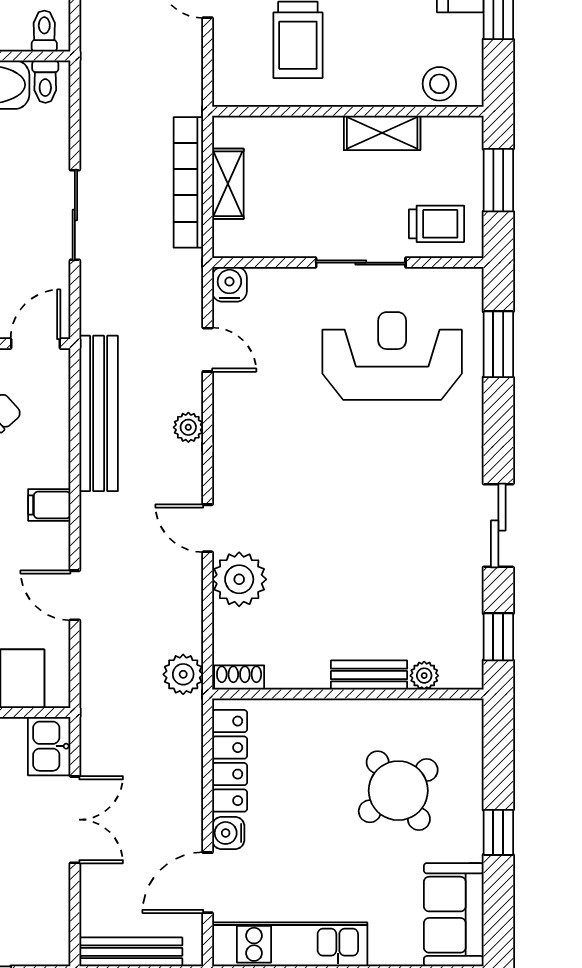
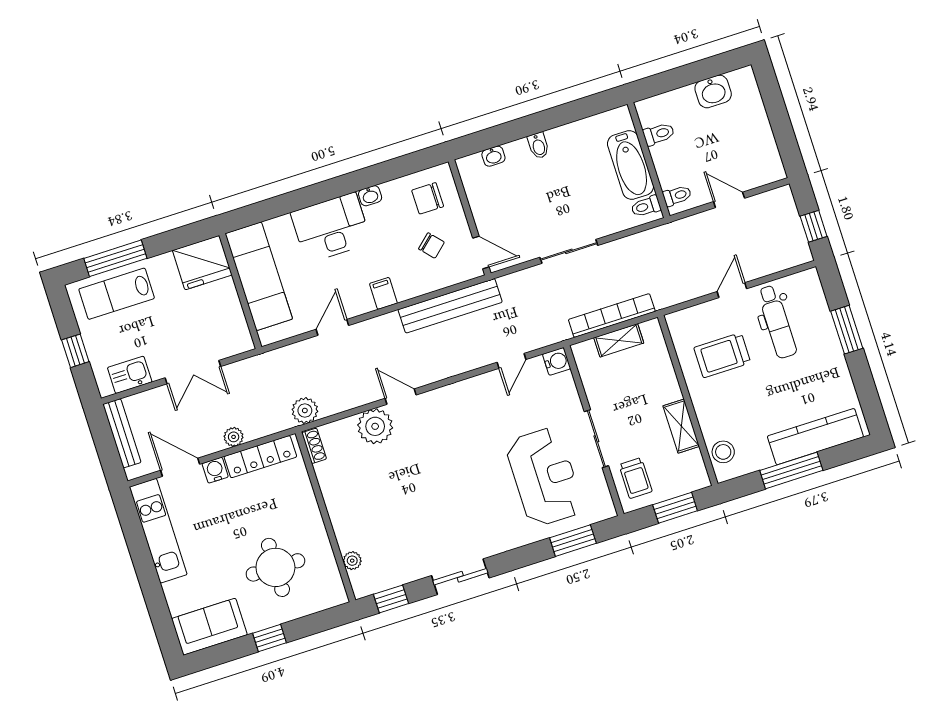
plant: (188, 427) -> (234, 437), moved
door: (208, 528) -> (401, 397), hinge flipped
bench: (369, 675) -> (341, 526), removed
kitchen sink: (49, 746) -> (130, 375), moved
round table: (398, 791) -> (275, 567), turned 37

